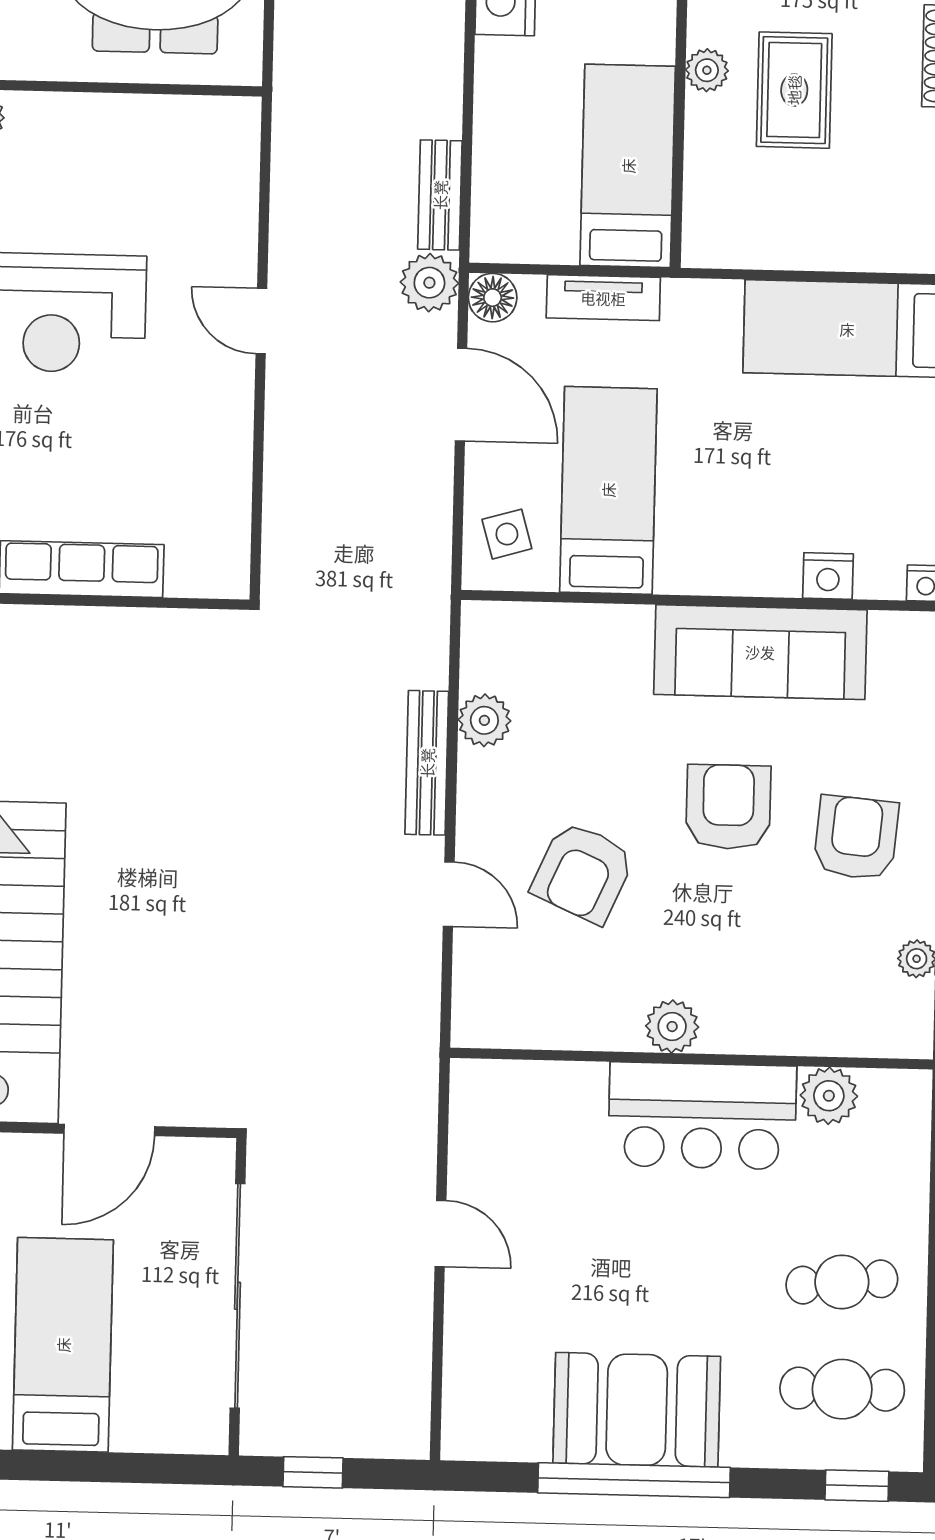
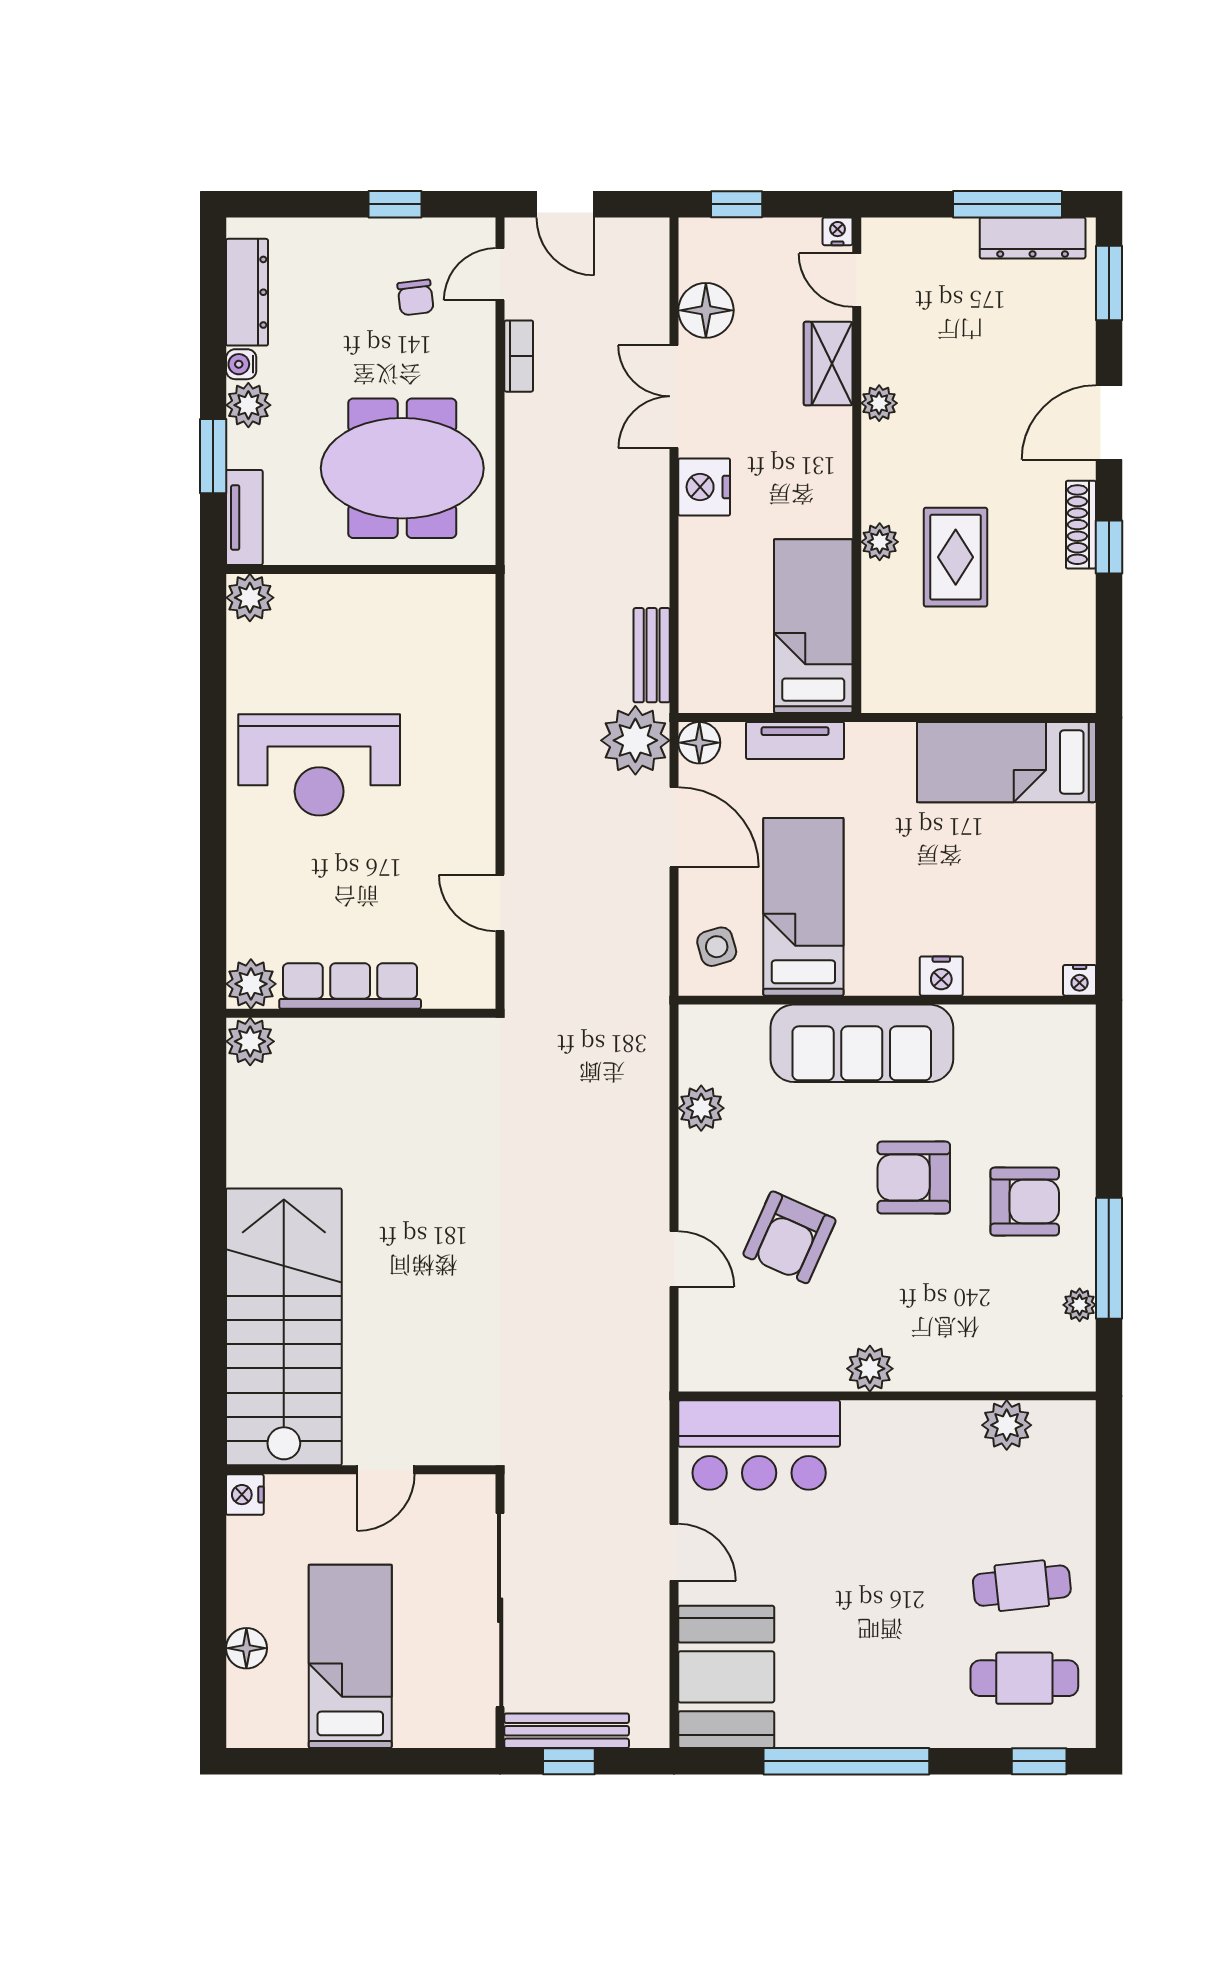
plant: (429, 283) -> (635, 740), width x1.36, depth x1.36
door: (261, 321) -> (500, 903), moved
nightstand: (828, 576) -> (941, 976), moved
sofa: (760, 652) -> (862, 1043), moved
bench: (427, 763) -> (567, 1731), moved, turned 90
armchair: (728, 807) -> (914, 1178), turned -90
armchair: (856, 838) -> (1025, 1202), turned 85
bar counter: (702, 1116) -> (759, 1445), moved
door: (109, 1130) -> (386, 1470), width x0.73
booth: (637, 1410) -> (726, 1677), moved, turned 90

